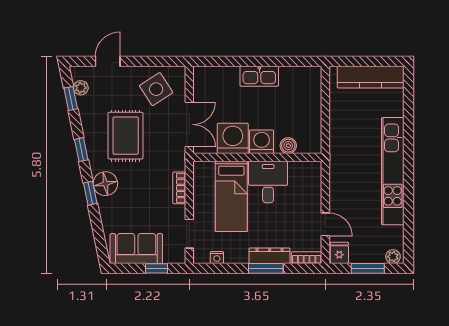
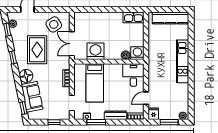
kitchen sink: (259, 76) -> (133, 17), moved
double door: (189, 124) -> (72, 44), swing flipped
washing machine: (262, 142) -> (137, 53), moved
kitchen unit: (393, 171) -> (183, 61), width x0.73
desk: (268, 182) -> (133, 75), moved
window: (90, 193) -> (23, 108), moved
door: (325, 224) -> (146, 98), swing flipped
sofa: (136, 249) -> (32, 97), moved, turned 78
window: (266, 268) -> (96, 122), moved

